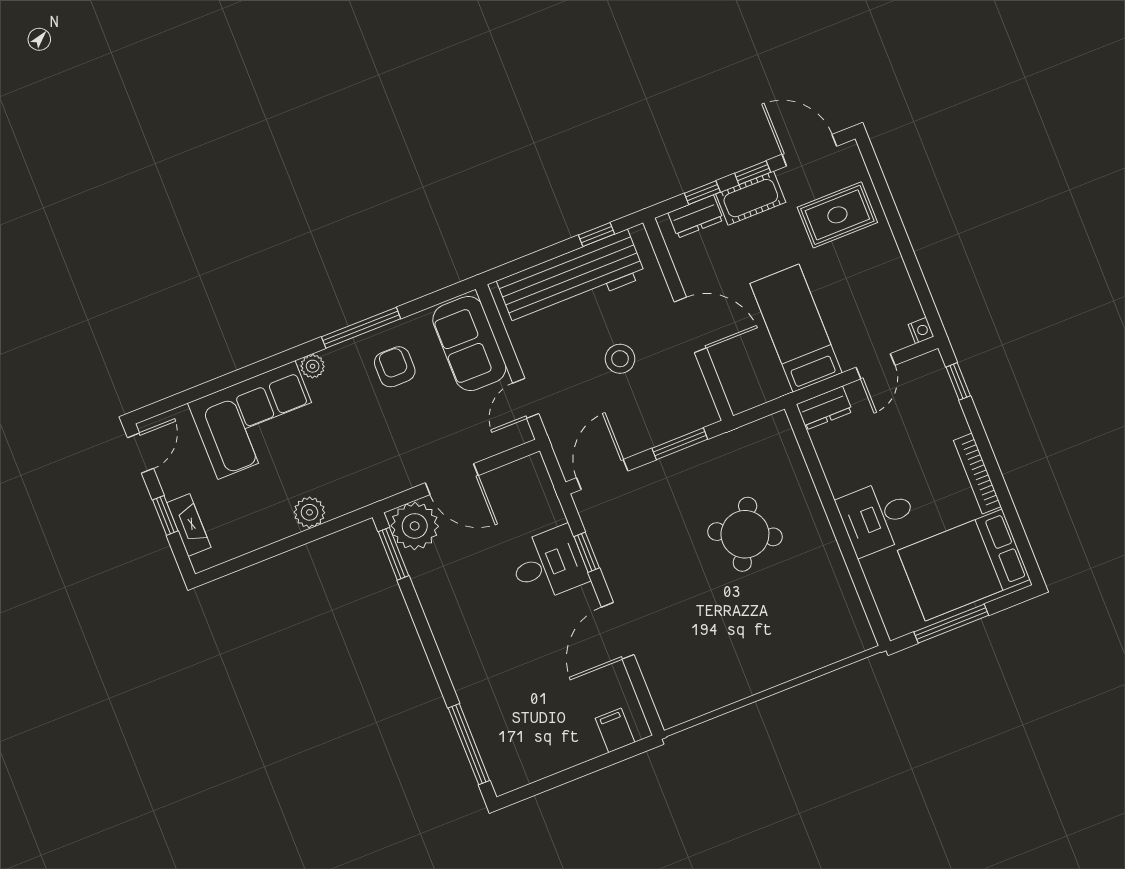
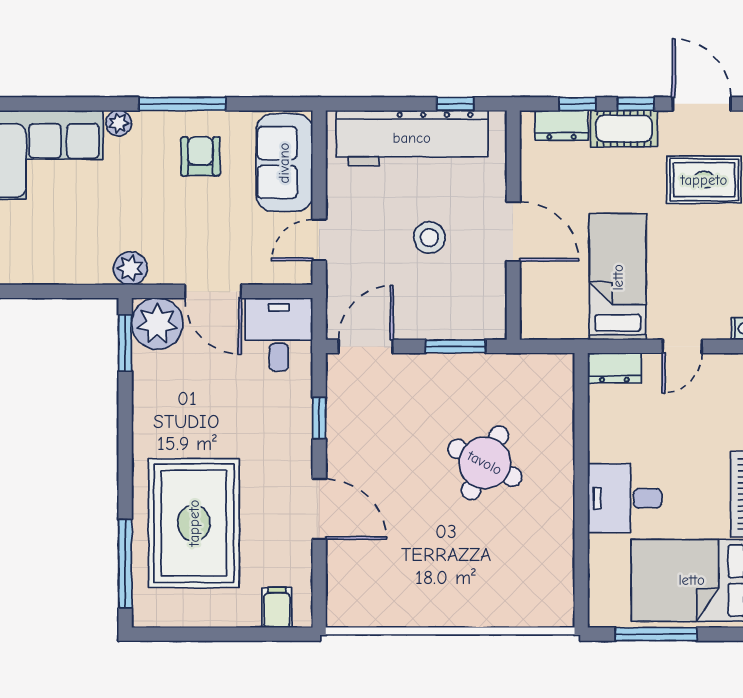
plant: (309, 512) -> (130, 268), moved
desk: (548, 564) -> (279, 334), moved, turned -90
door: (618, 631) -> (319, 509), swing flipped
rug: (514, 686) -> (194, 523), added

